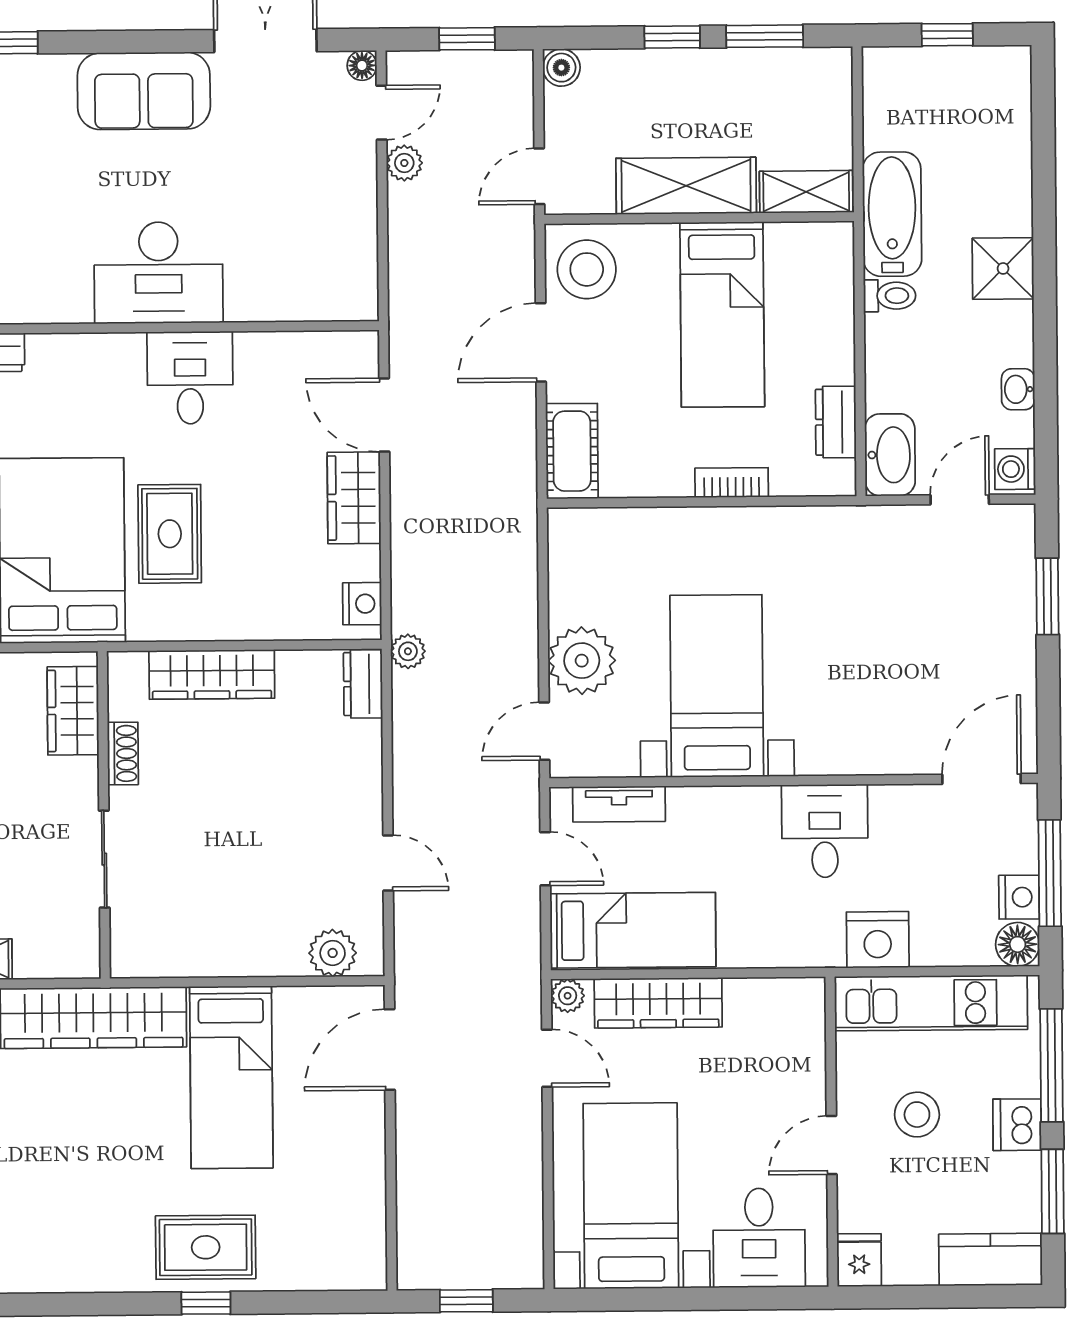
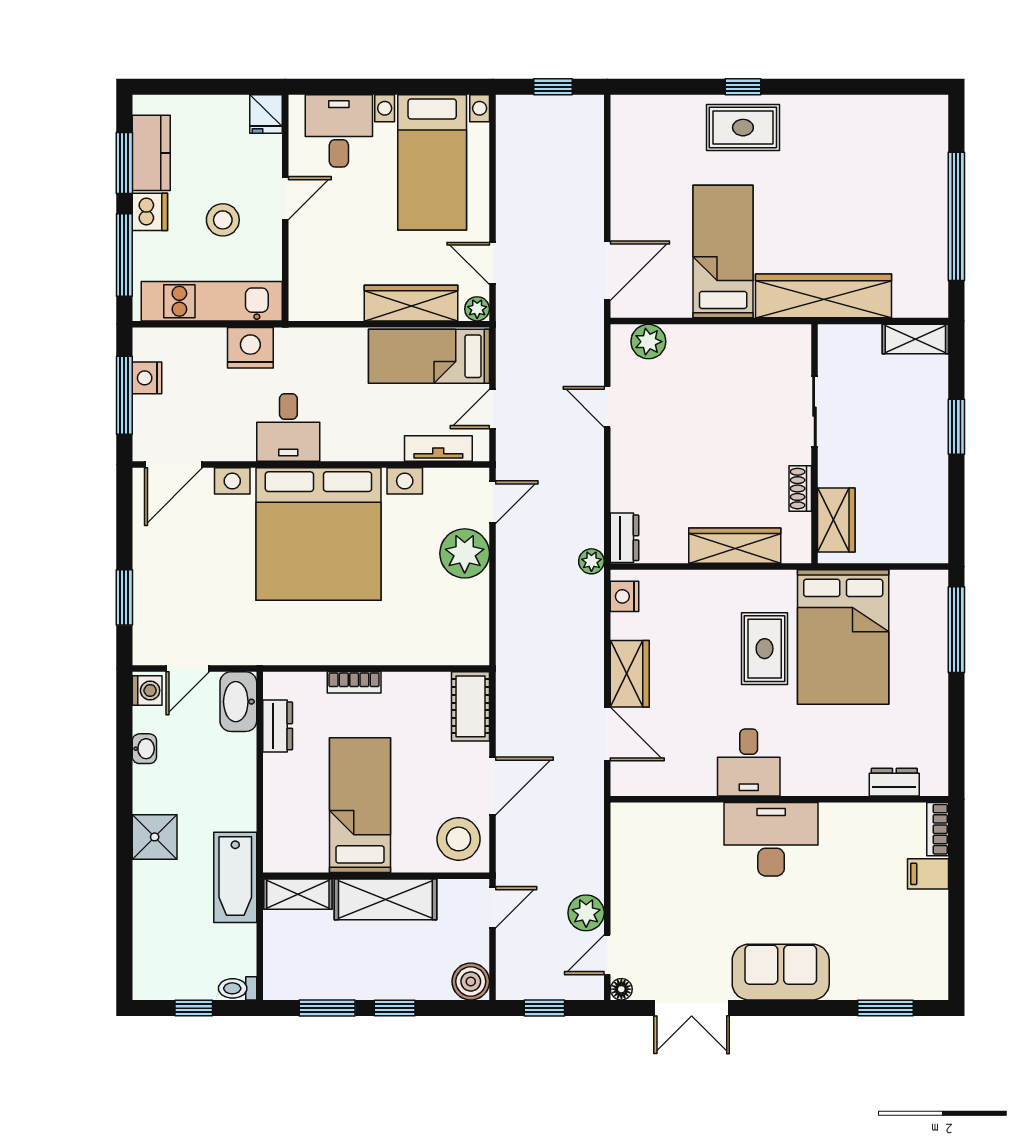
boiler: (561, 68) -> (471, 981), width x1.36, depth x1.36
plant: (404, 163) -> (586, 913), width x1.38, depth x1.38
toilet: (890, 296) -> (238, 988), moved
bed with nightstands: (717, 686) -> (318, 534), width x1.85
door: (545, 859) -> (493, 409), hinge flipped
floor lamp: (1018, 944) -> (148, 343), removed
kitchen counter: (991, 1260) -> (151, 153), moved, turned -90

